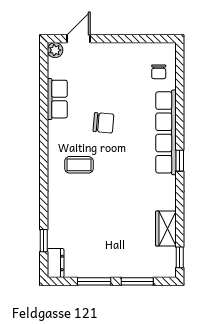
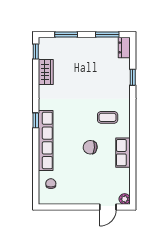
row of seats: (57, 99) -> (123, 153), moved
window: (44, 241) -> (133, 77), moved
window: (94, 281) -> (107, 34), moved

